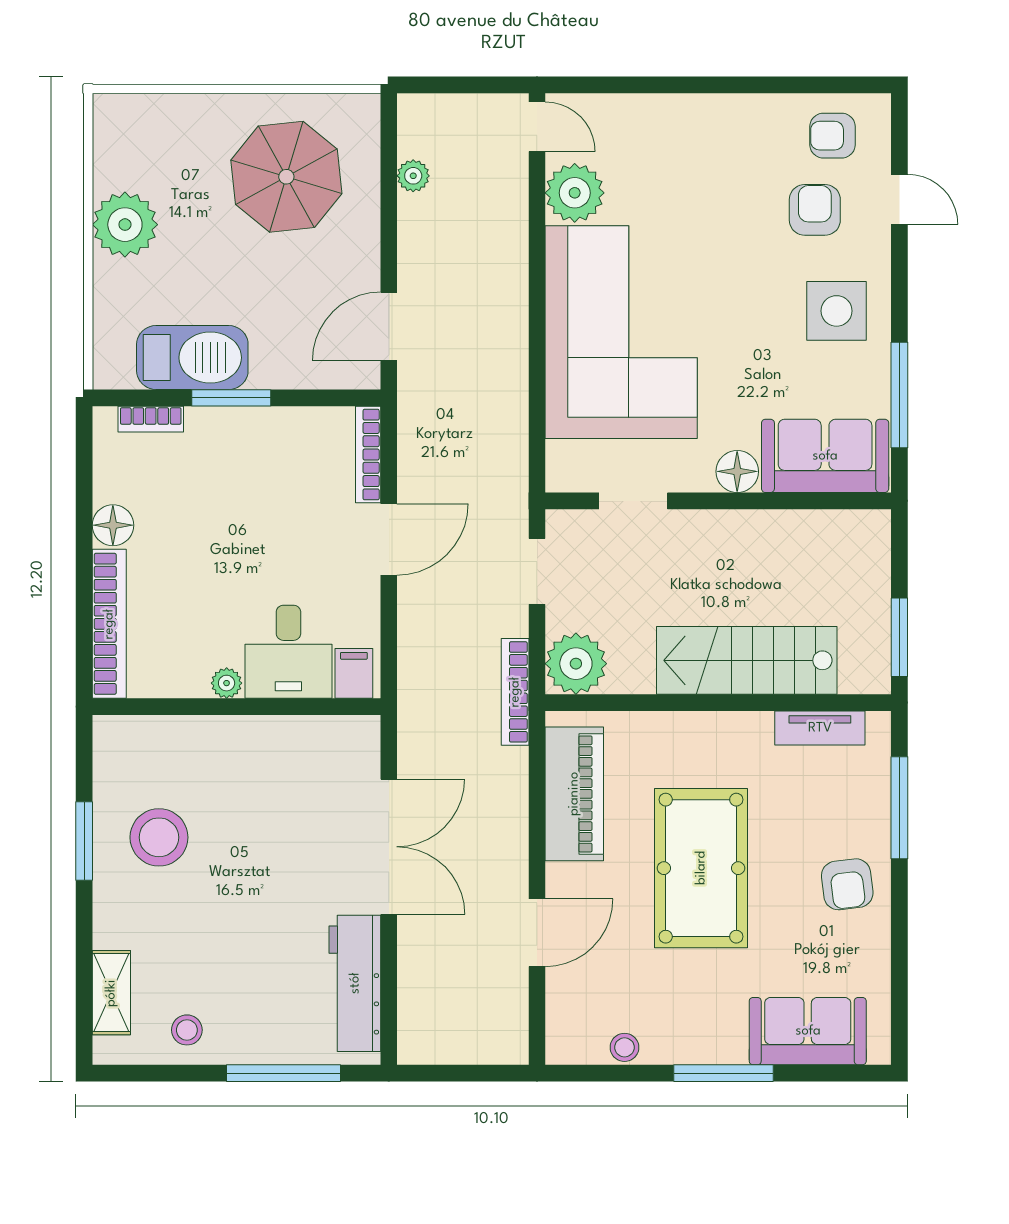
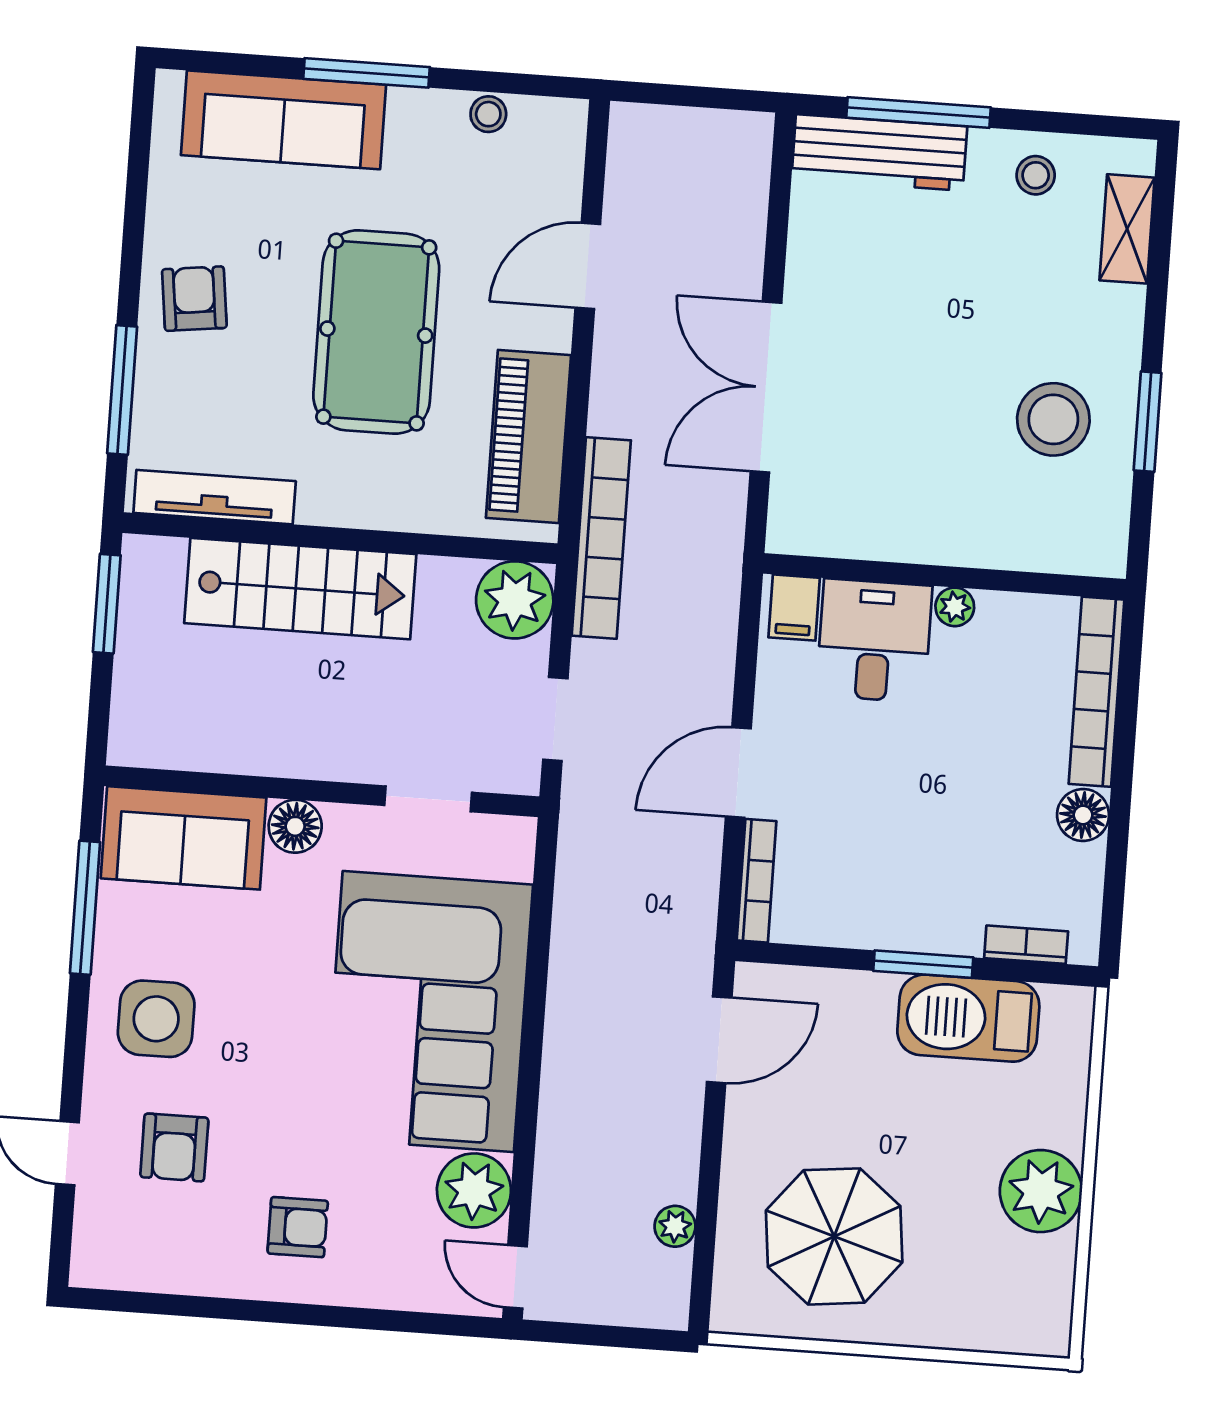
armchair: (832, 136) -> (298, 1227), moved
bookcase: (515, 692) -> (601, 538), width x1.48, depth x1.31
tv unit: (820, 728) -> (215, 497), width x1.41
workbench: (355, 983) -> (879, 152), moved, turned 90
sofa: (808, 1031) -> (283, 120), width x1.36

